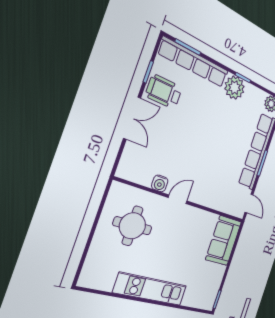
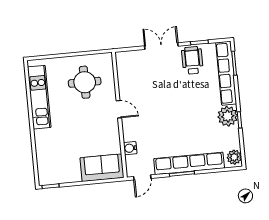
double door: (132, 118) -> (161, 46), swing flipped
water cooler: (160, 183) -> (130, 148), moved
kitchen unit: (151, 289) -> (39, 97), moved

